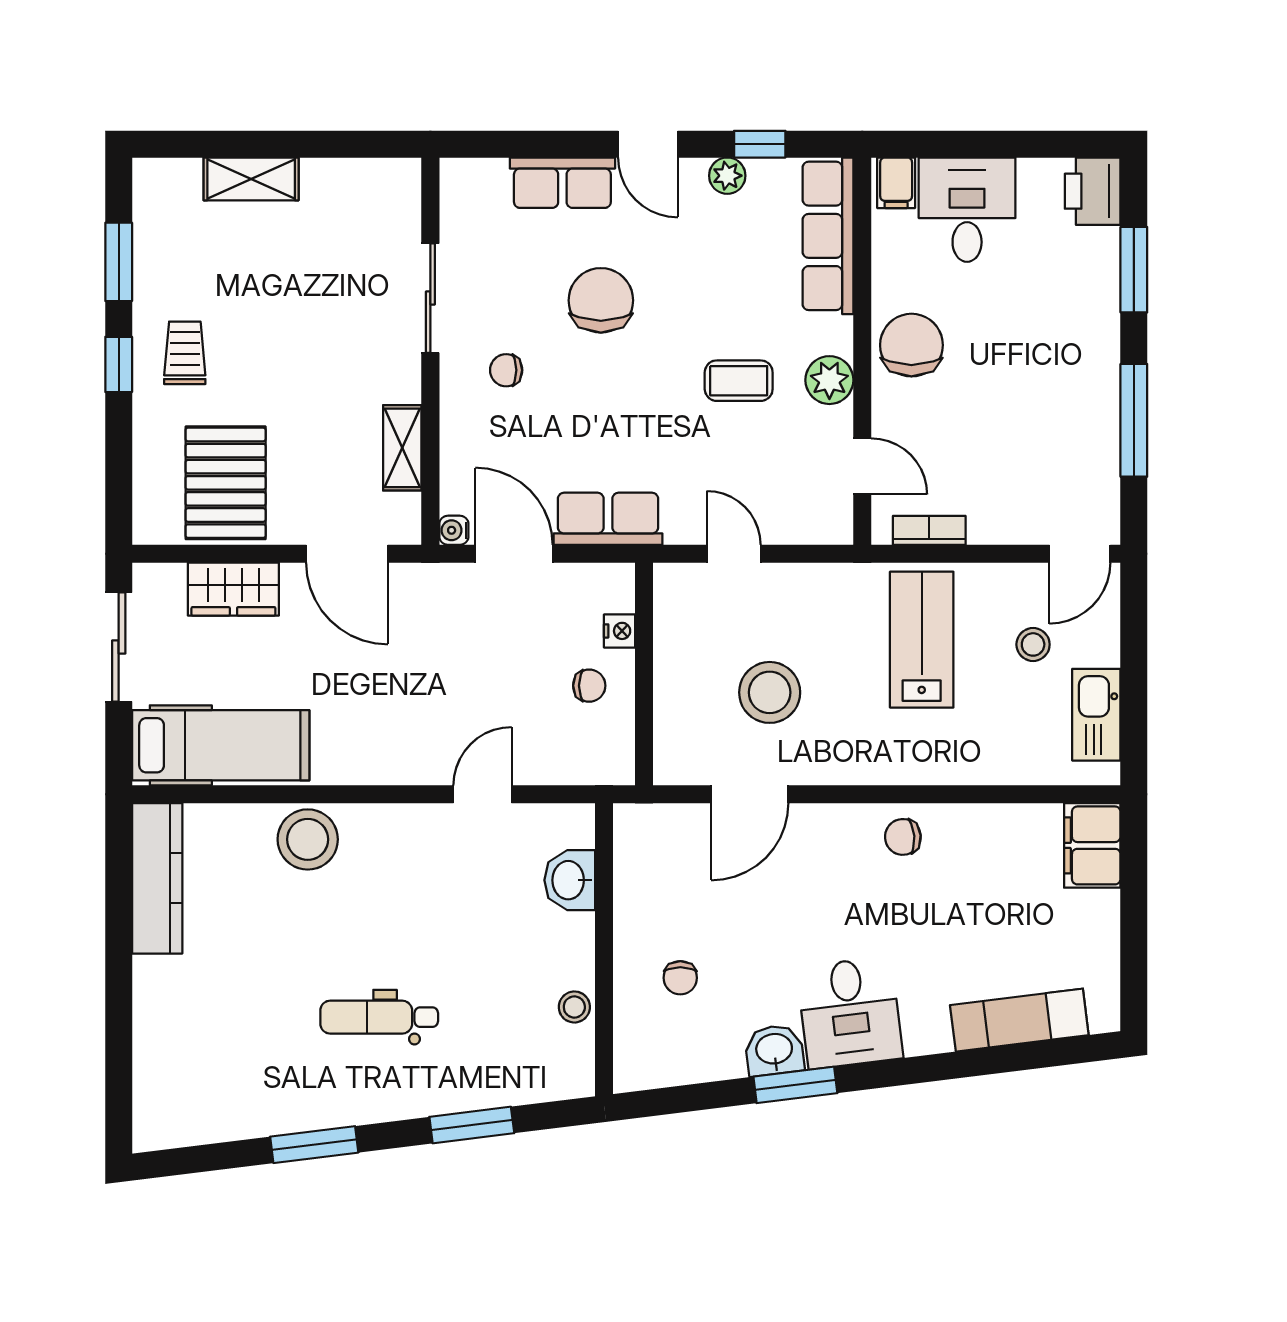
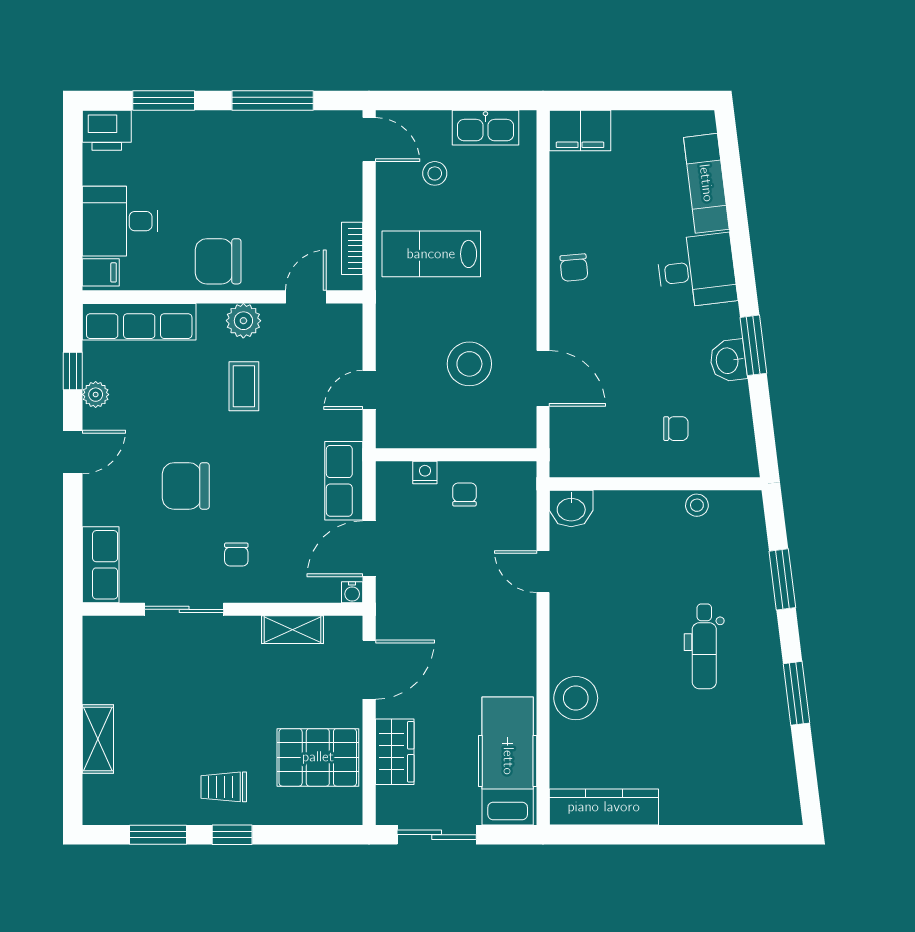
row of seats: (562, 183) -> (101, 565), moved
washbasin: (570, 880) -> (571, 509), moved
desk: (850, 1013) -> (697, 271), moved

